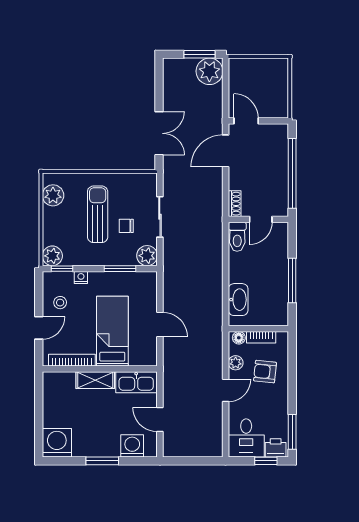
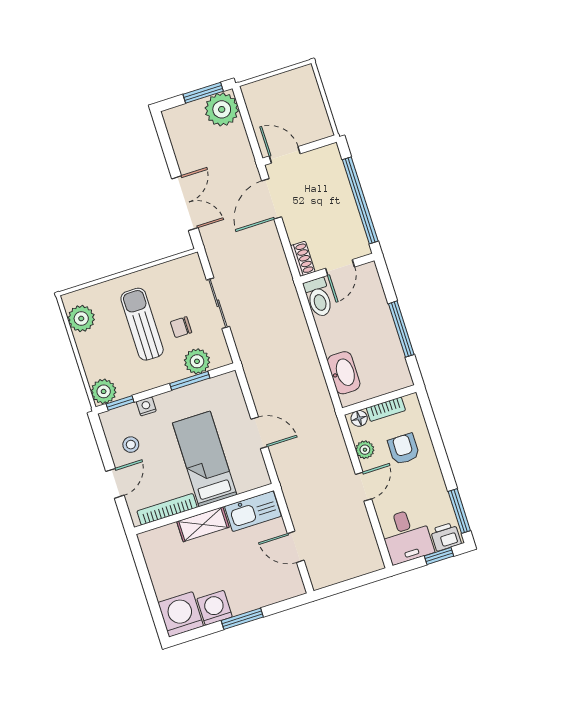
plant: (147, 256) -> (197, 361), moved
armchair: (265, 372) -> (404, 449), turned 84
washing machine: (132, 446) -> (215, 608), moved

